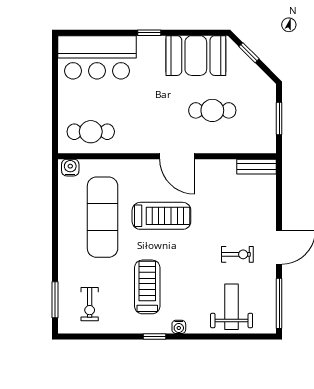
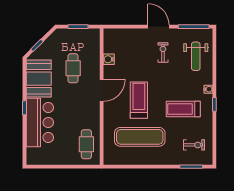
bar counter: (97, 57) -> (40, 123), moved
bench: (256, 167) -> (108, 41), removed
water cooler: (70, 168) -> (109, 59), moved
weight bench: (232, 307) -> (196, 56), turned -90

